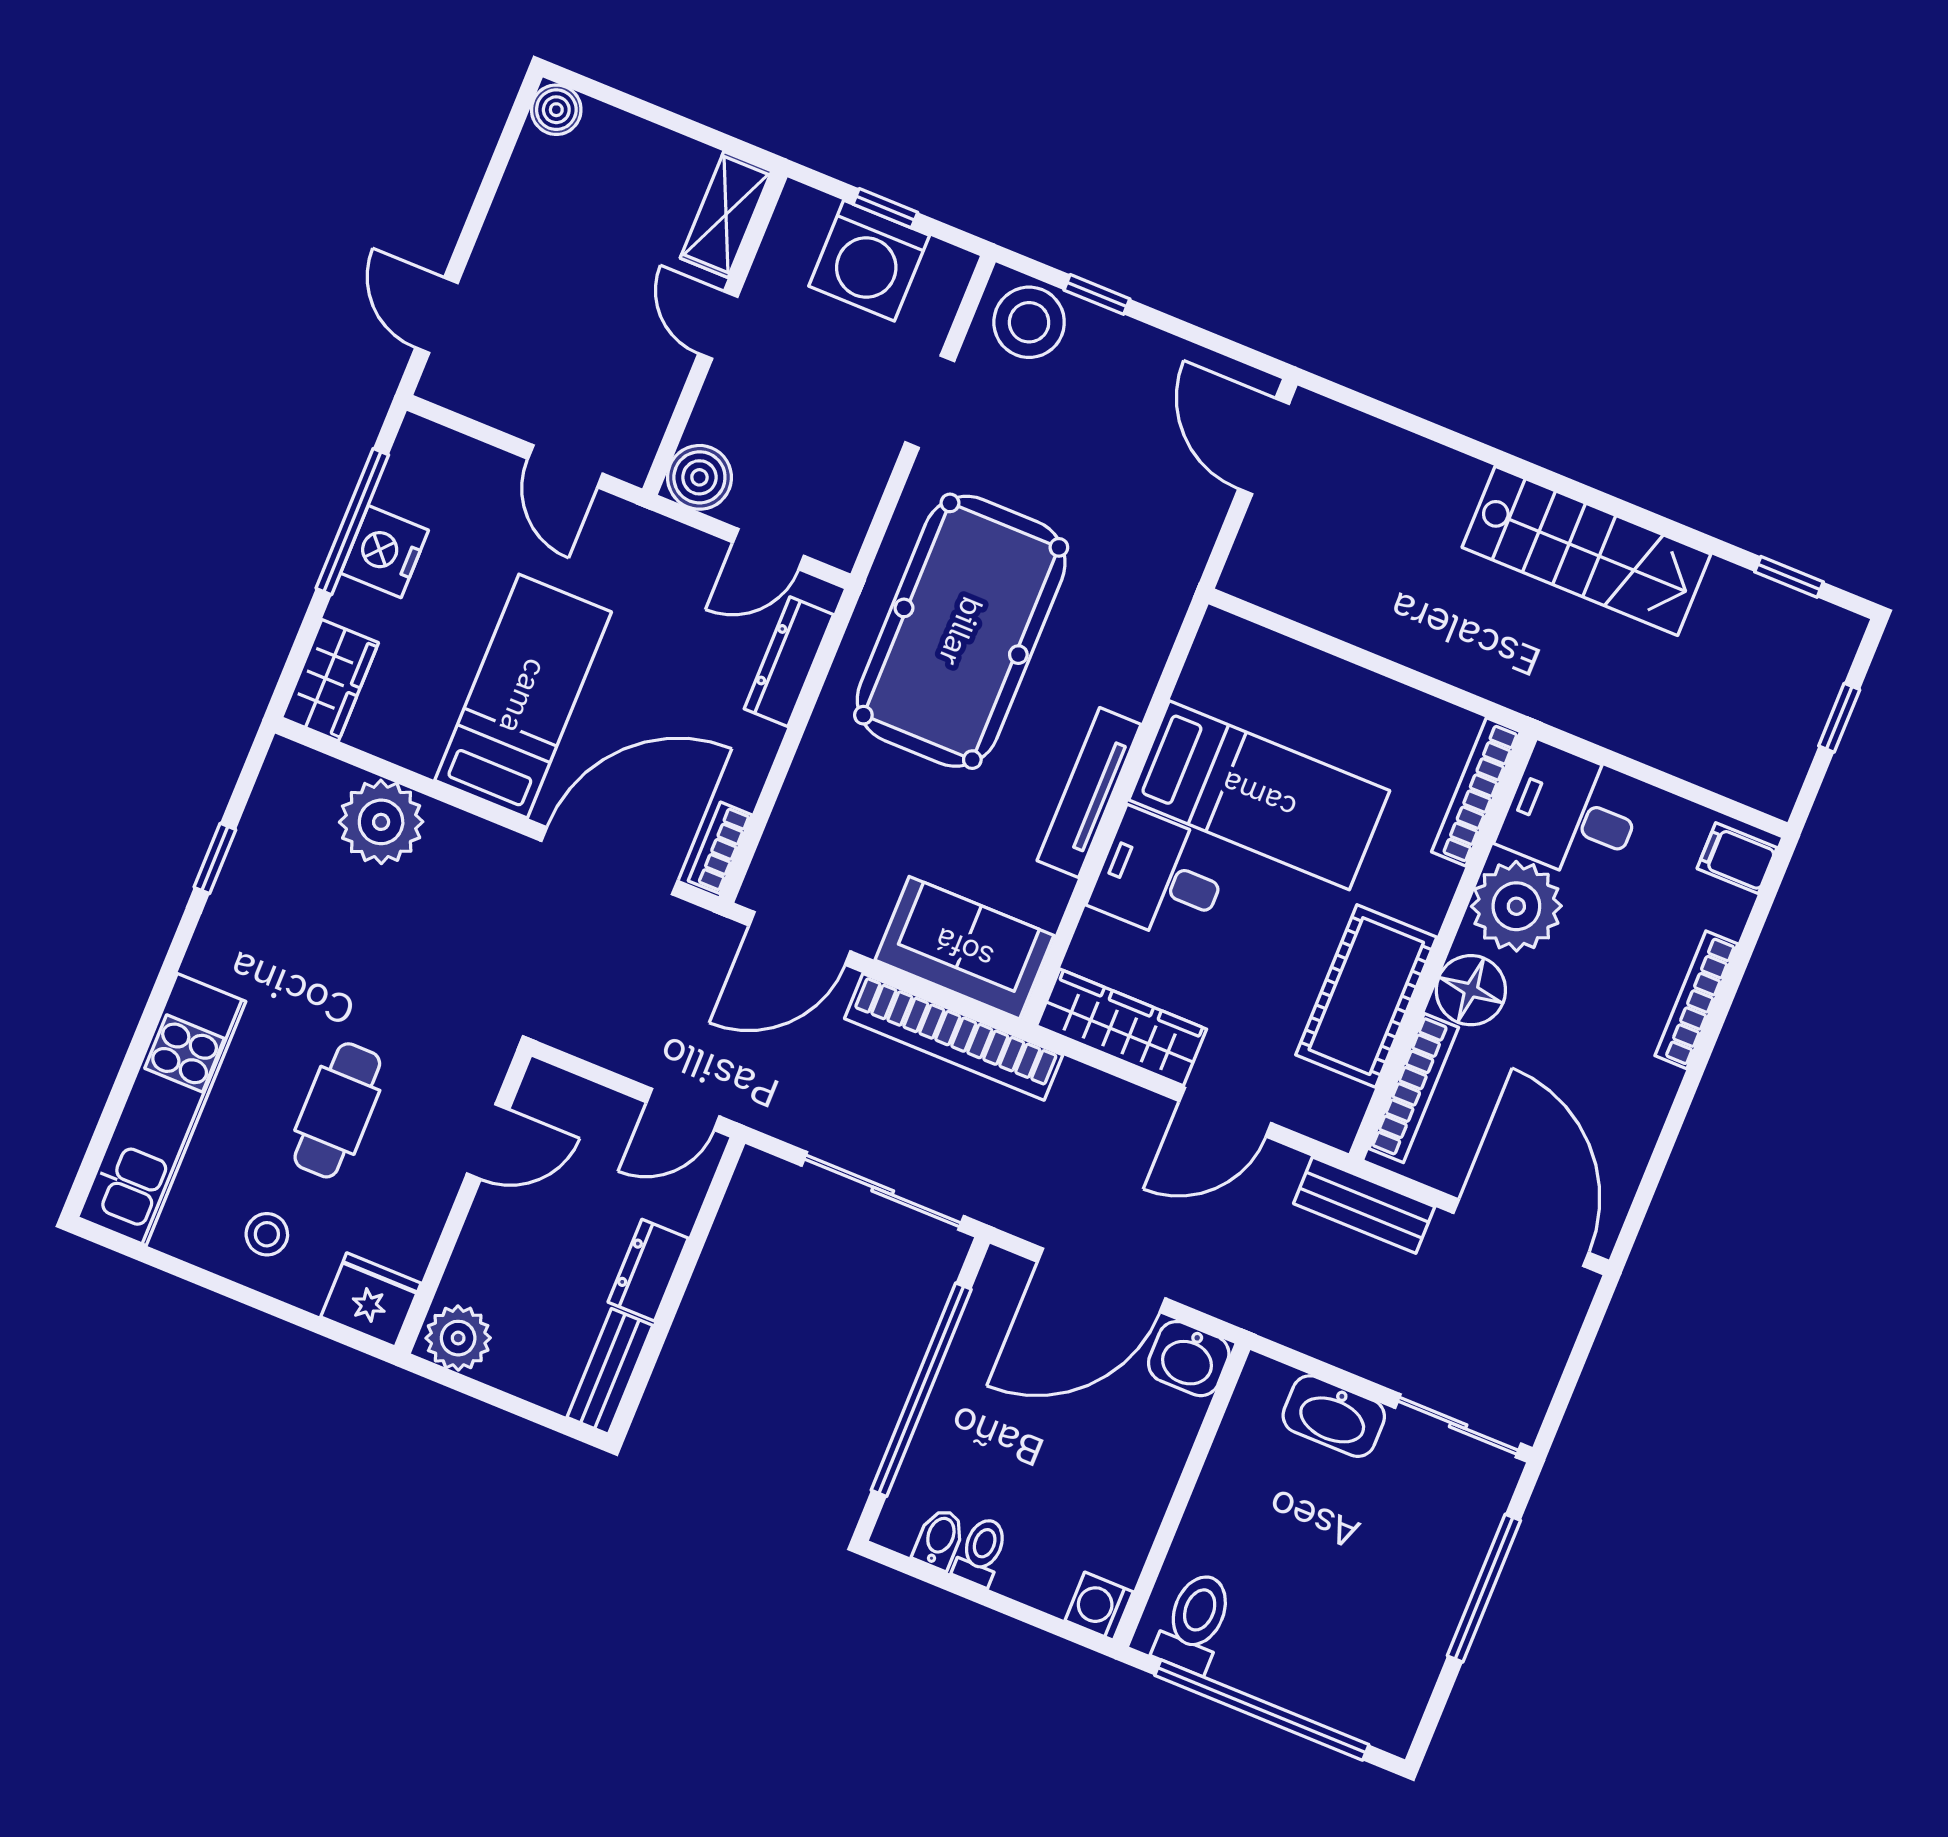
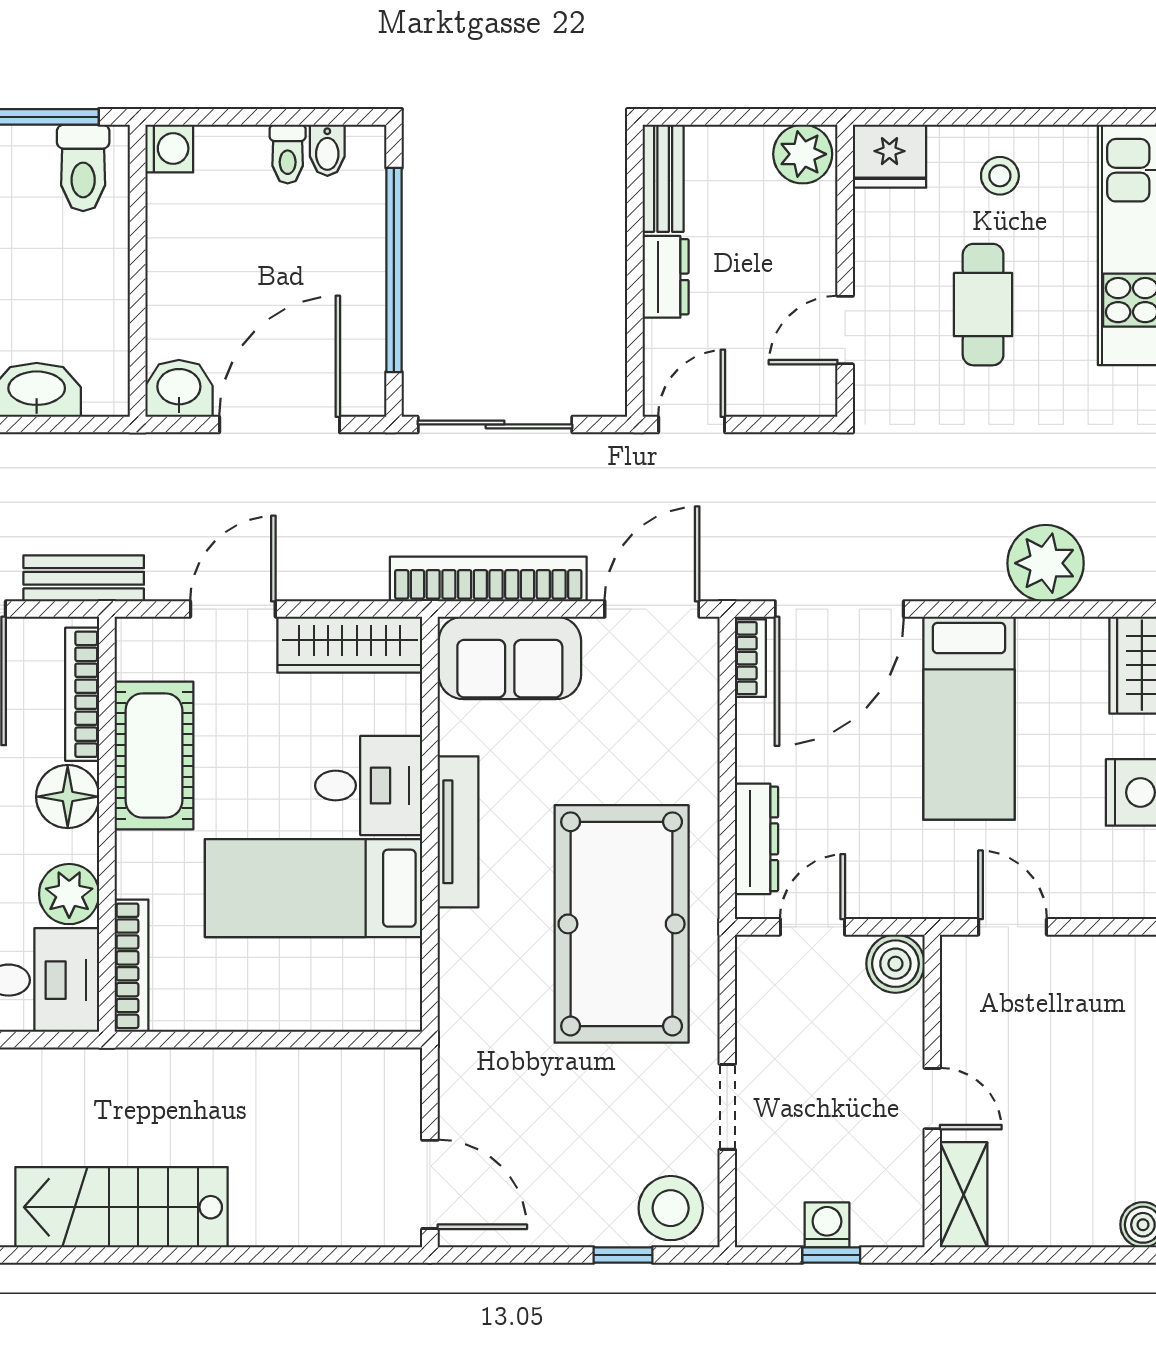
washing machine: (869, 261) -> (827, 1225), width x0.53, depth x0.53
plant: (1516, 906) -> (69, 894), width x0.73, depth x0.73

